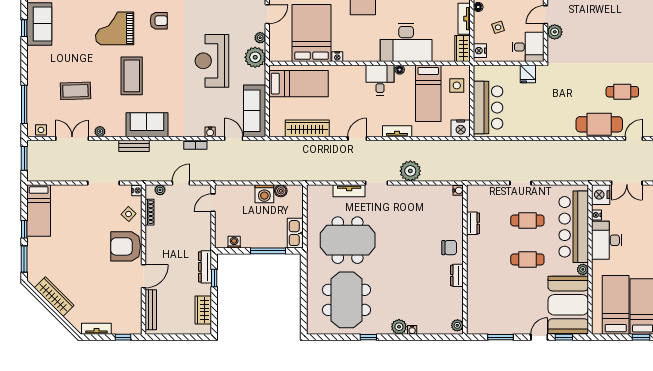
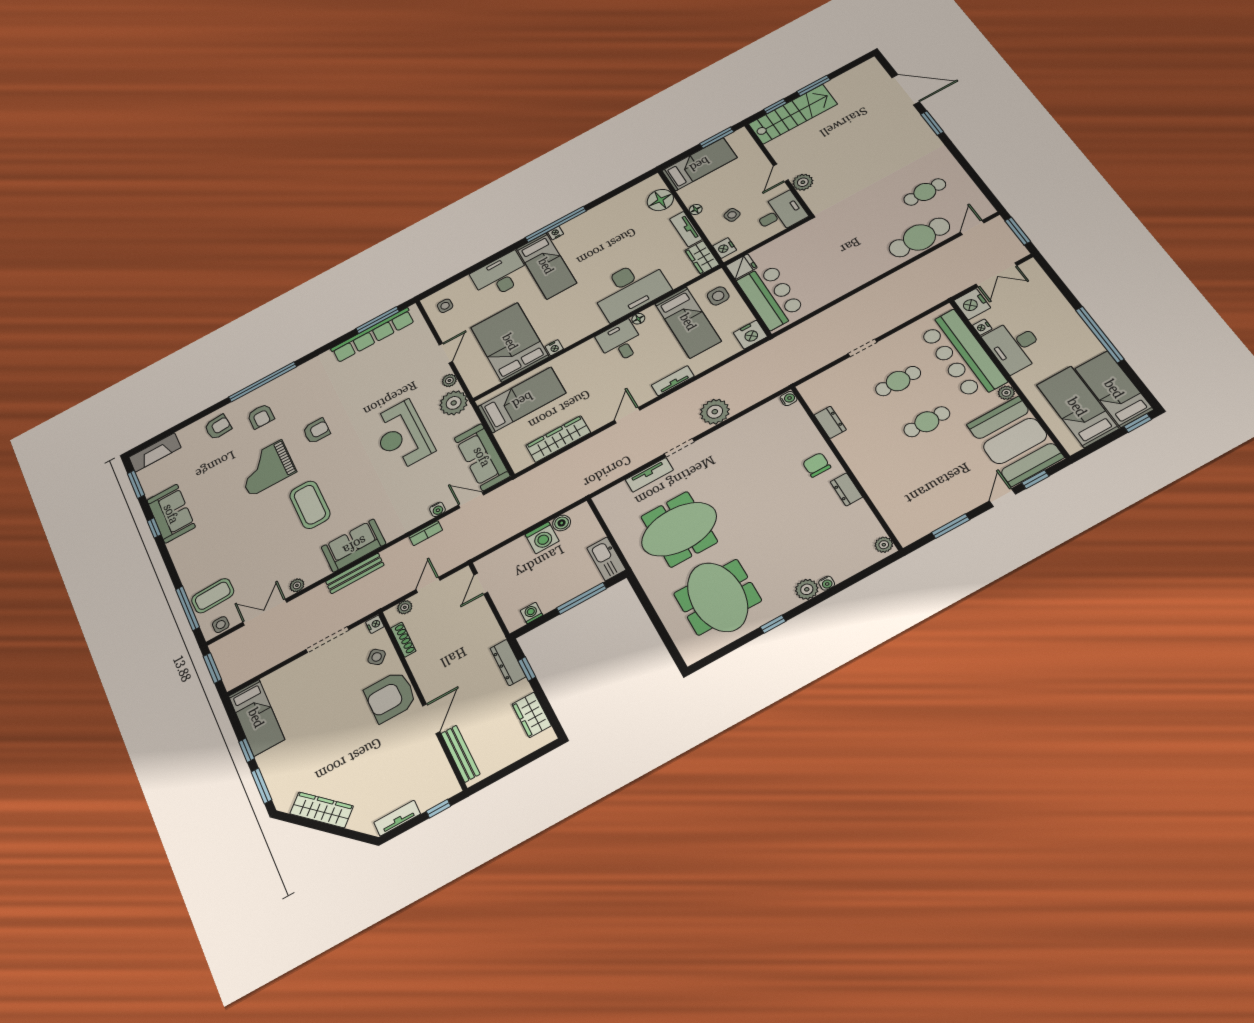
fridge: (528, 74) -> (741, 267), moved, turned -90
coffee table: (75, 91) -> (213, 596), moved
bench: (134, 146) -> (355, 573), width x1.36
chair: (449, 248) -> (817, 465), turned -90

